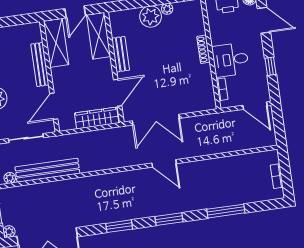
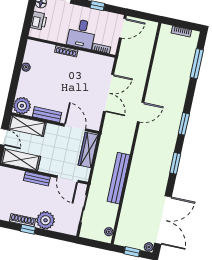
plant: (151, 17) -> (22, 106), moved
bench: (40, 64) -> (37, 179), width x0.73
double door: (156, 120) -> (109, 93), moved
bench: (47, 170) -> (119, 178), moved
window: (226, 211) -> (197, 64), moved

